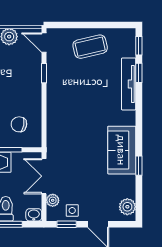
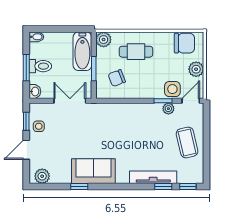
side table: (31, 63) -> (172, 89), added
chair: (19, 124) -> (117, 78), turned -121
plant: (53, 200) -> (168, 109), moved

